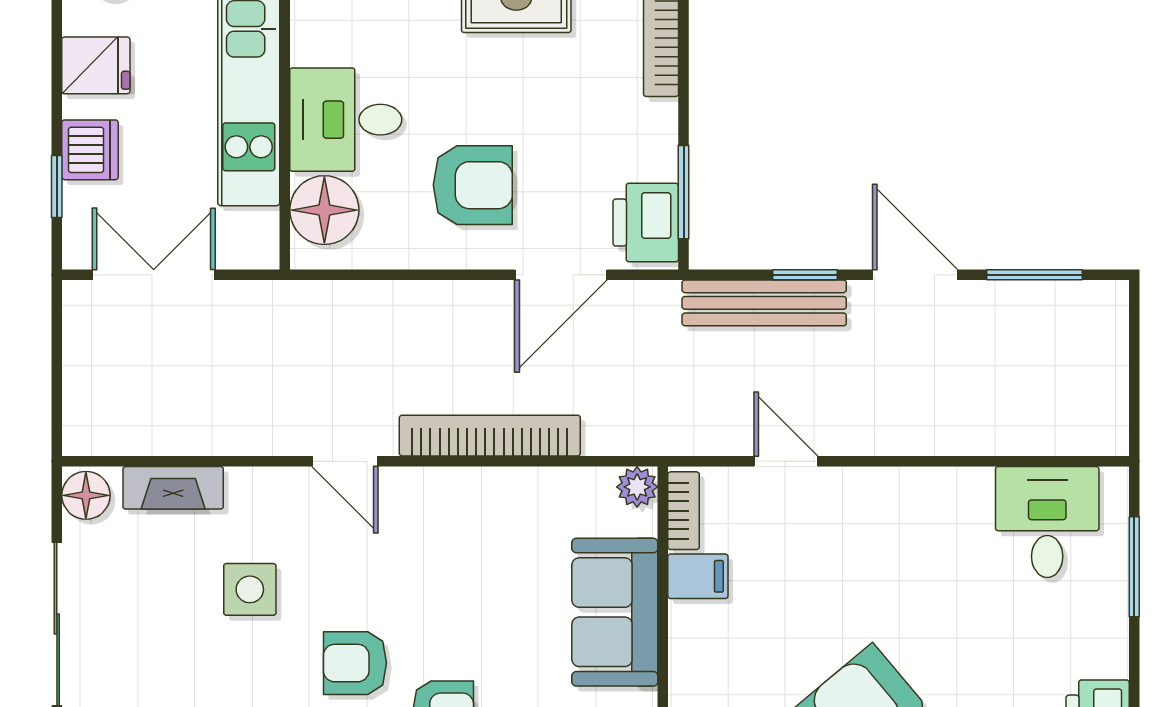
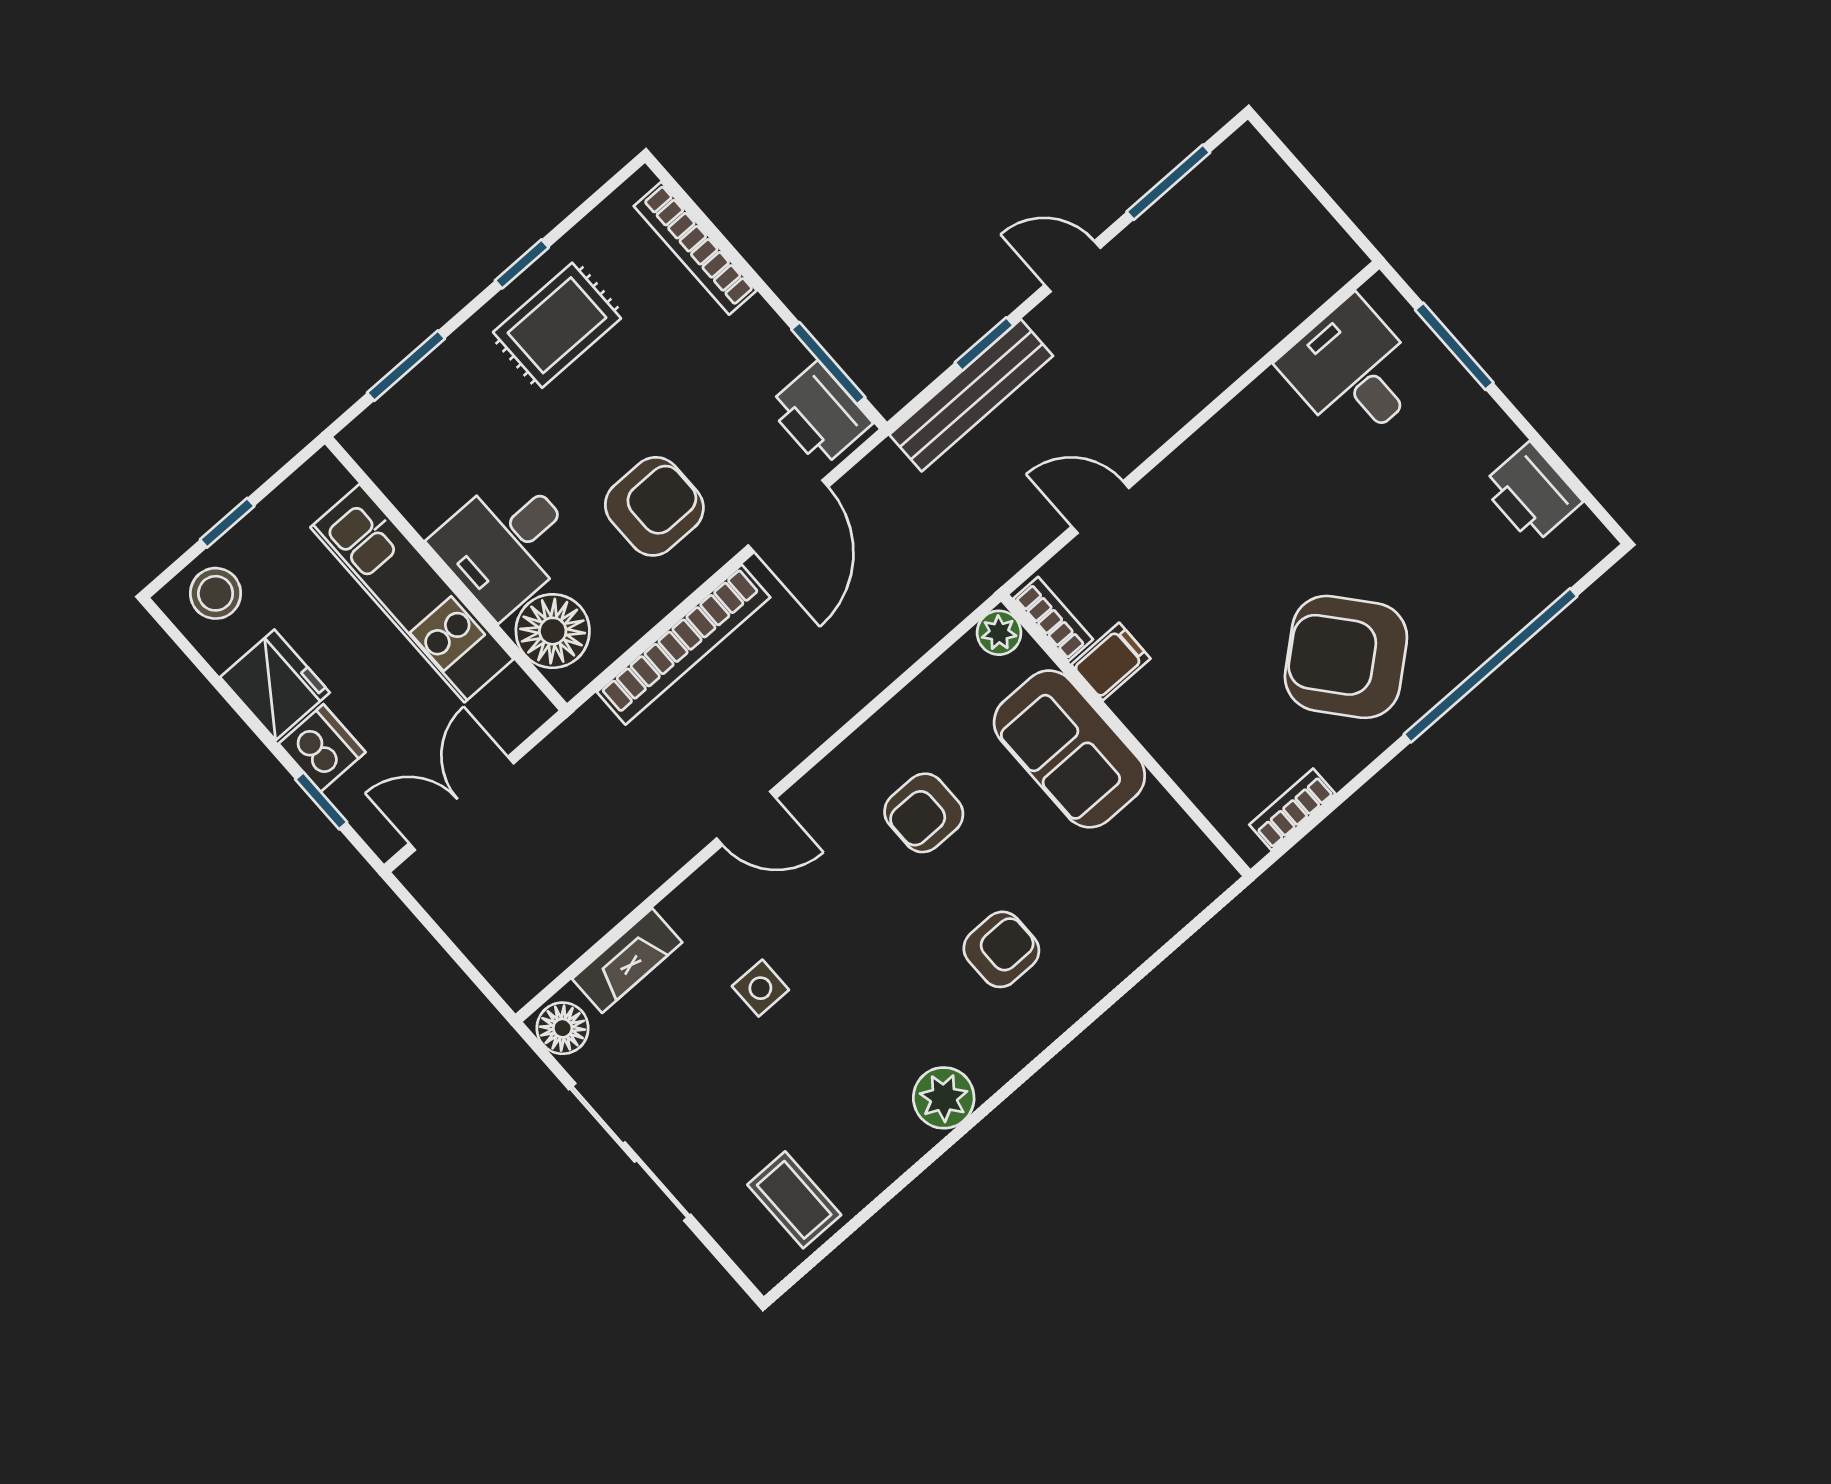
fridge: (96, 65) -> (275, 685), width x1.38
door: (915, 275) -> (1073, 266), width x0.73
bookcase: (490, 436) -> (683, 645), moved, turned 180
side table: (250, 589) -> (760, 988), width x0.73, depth x0.73
armchair: (355, 663) -> (924, 813), moved

